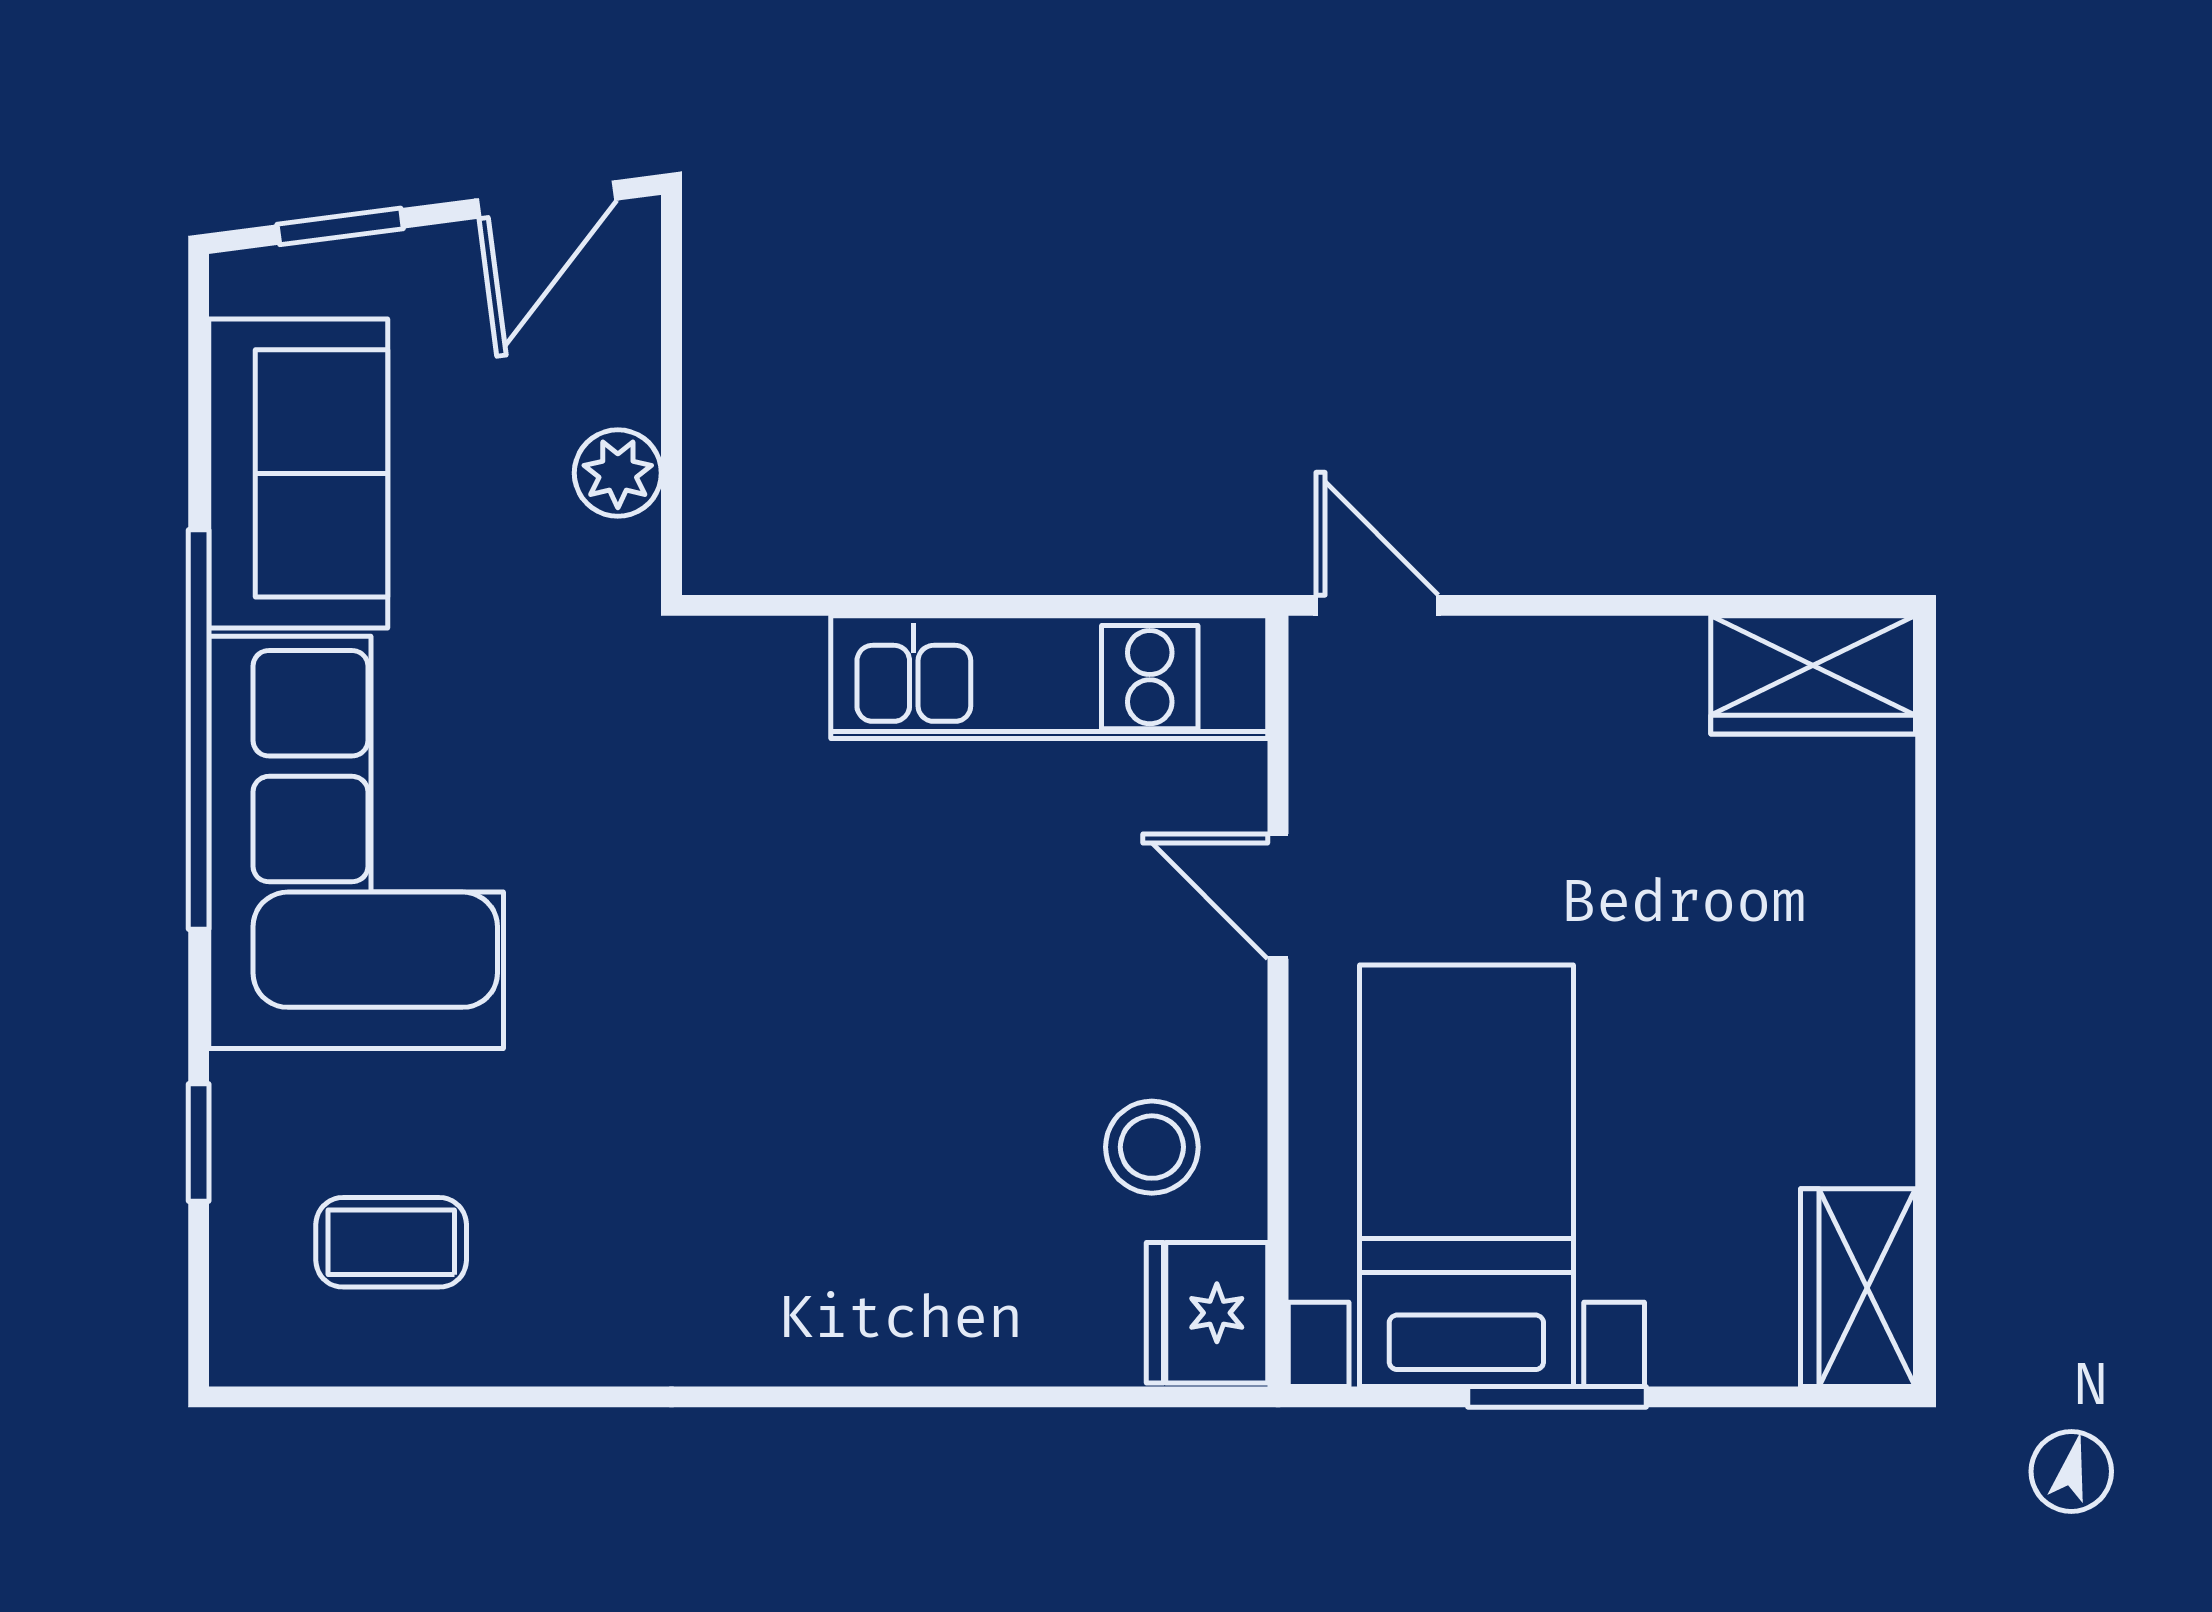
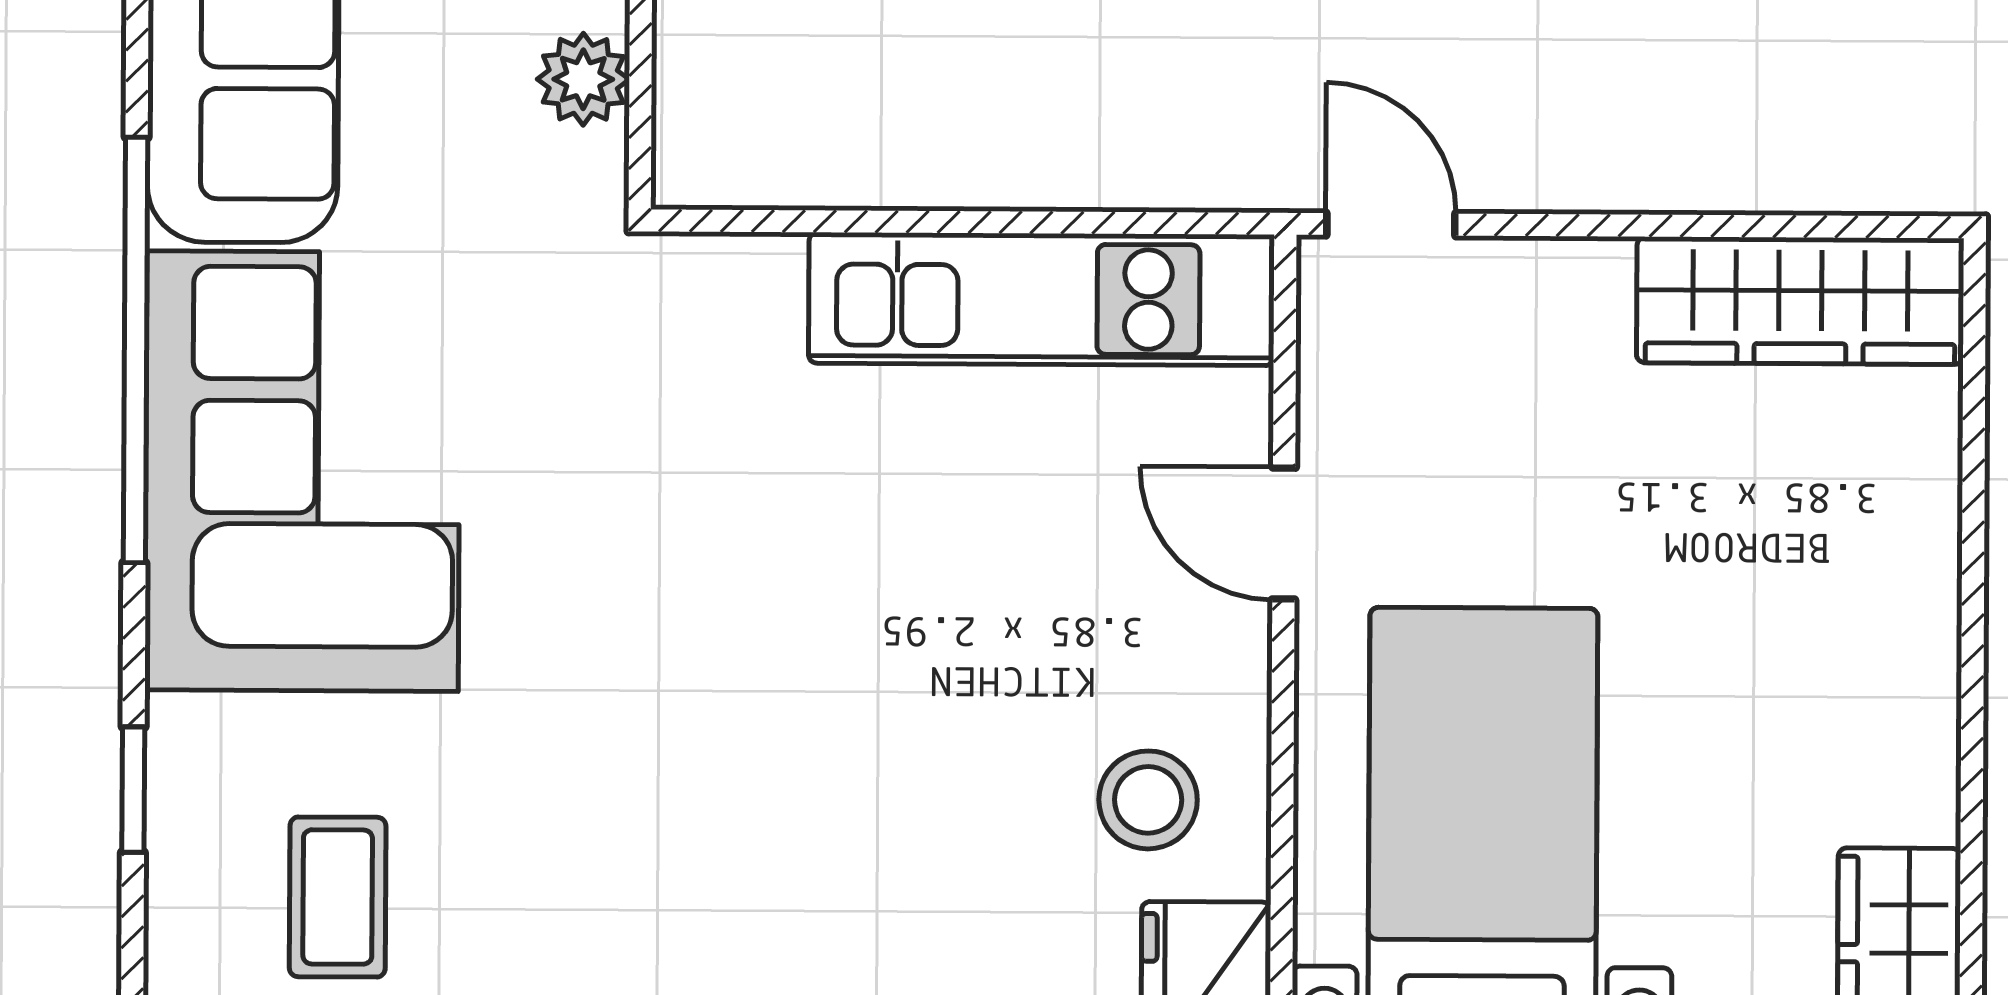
wardrobe: (1813, 675) -> (1800, 301), width x1.50
coffee table: (391, 1242) -> (338, 897), turned 90

